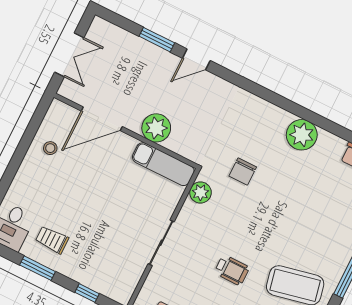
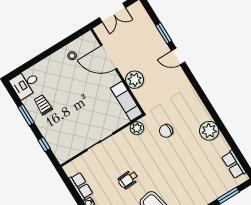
wheelchair: (232, 270) -> (128, 179), turned 86

